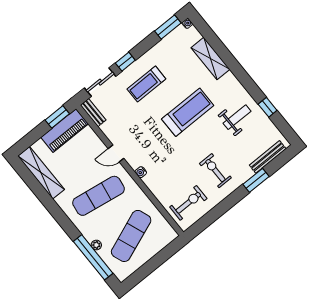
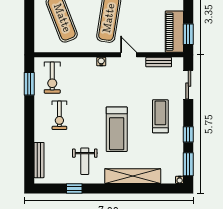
shelving: (210, 58) -> (133, 176), width x1.47
window: (125, 62) -> (188, 134), moved
bench: (93, 113) -> (159, 62), moved
door: (116, 153) -> (129, 55), hinge flipped
exercise bike: (215, 171) -> (59, 115), turned 90
window: (256, 180) -> (29, 84), moved

